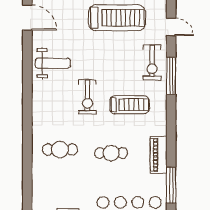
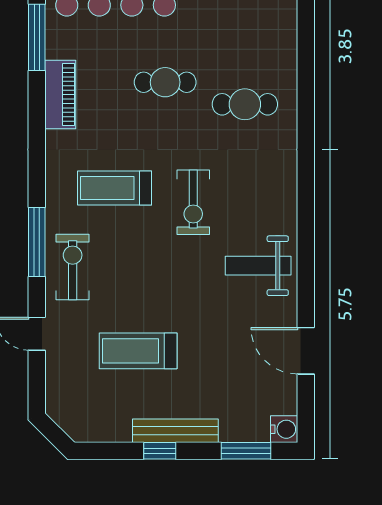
treadmill: (117, 18) -> (138, 351), width x0.73, depth x0.73
exercise bike: (88, 97) -> (193, 202), turned 180
cafe table: (111, 153) -> (165, 82), moved

